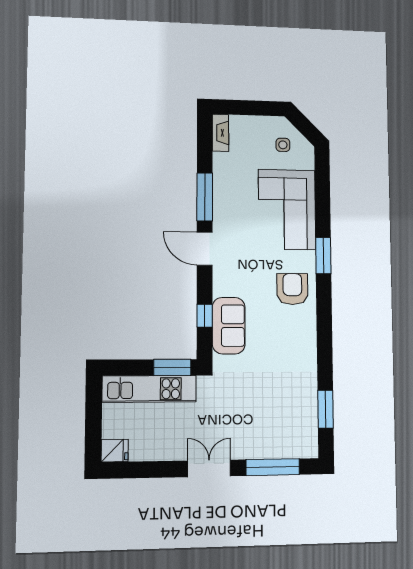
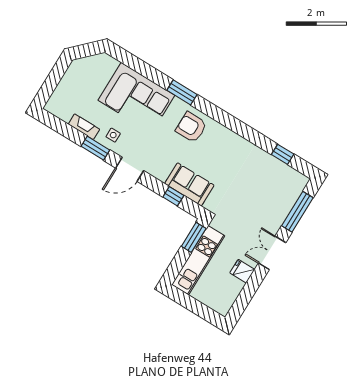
fireplace: (220, 133) -> (84, 127), moved
side table: (283, 145) -> (113, 135), moved
window: (205, 197) -> (95, 148), width x0.69
window: (325, 409) -> (283, 154), width x0.67
fridge: (115, 451) -> (242, 271), moved, turned -90

